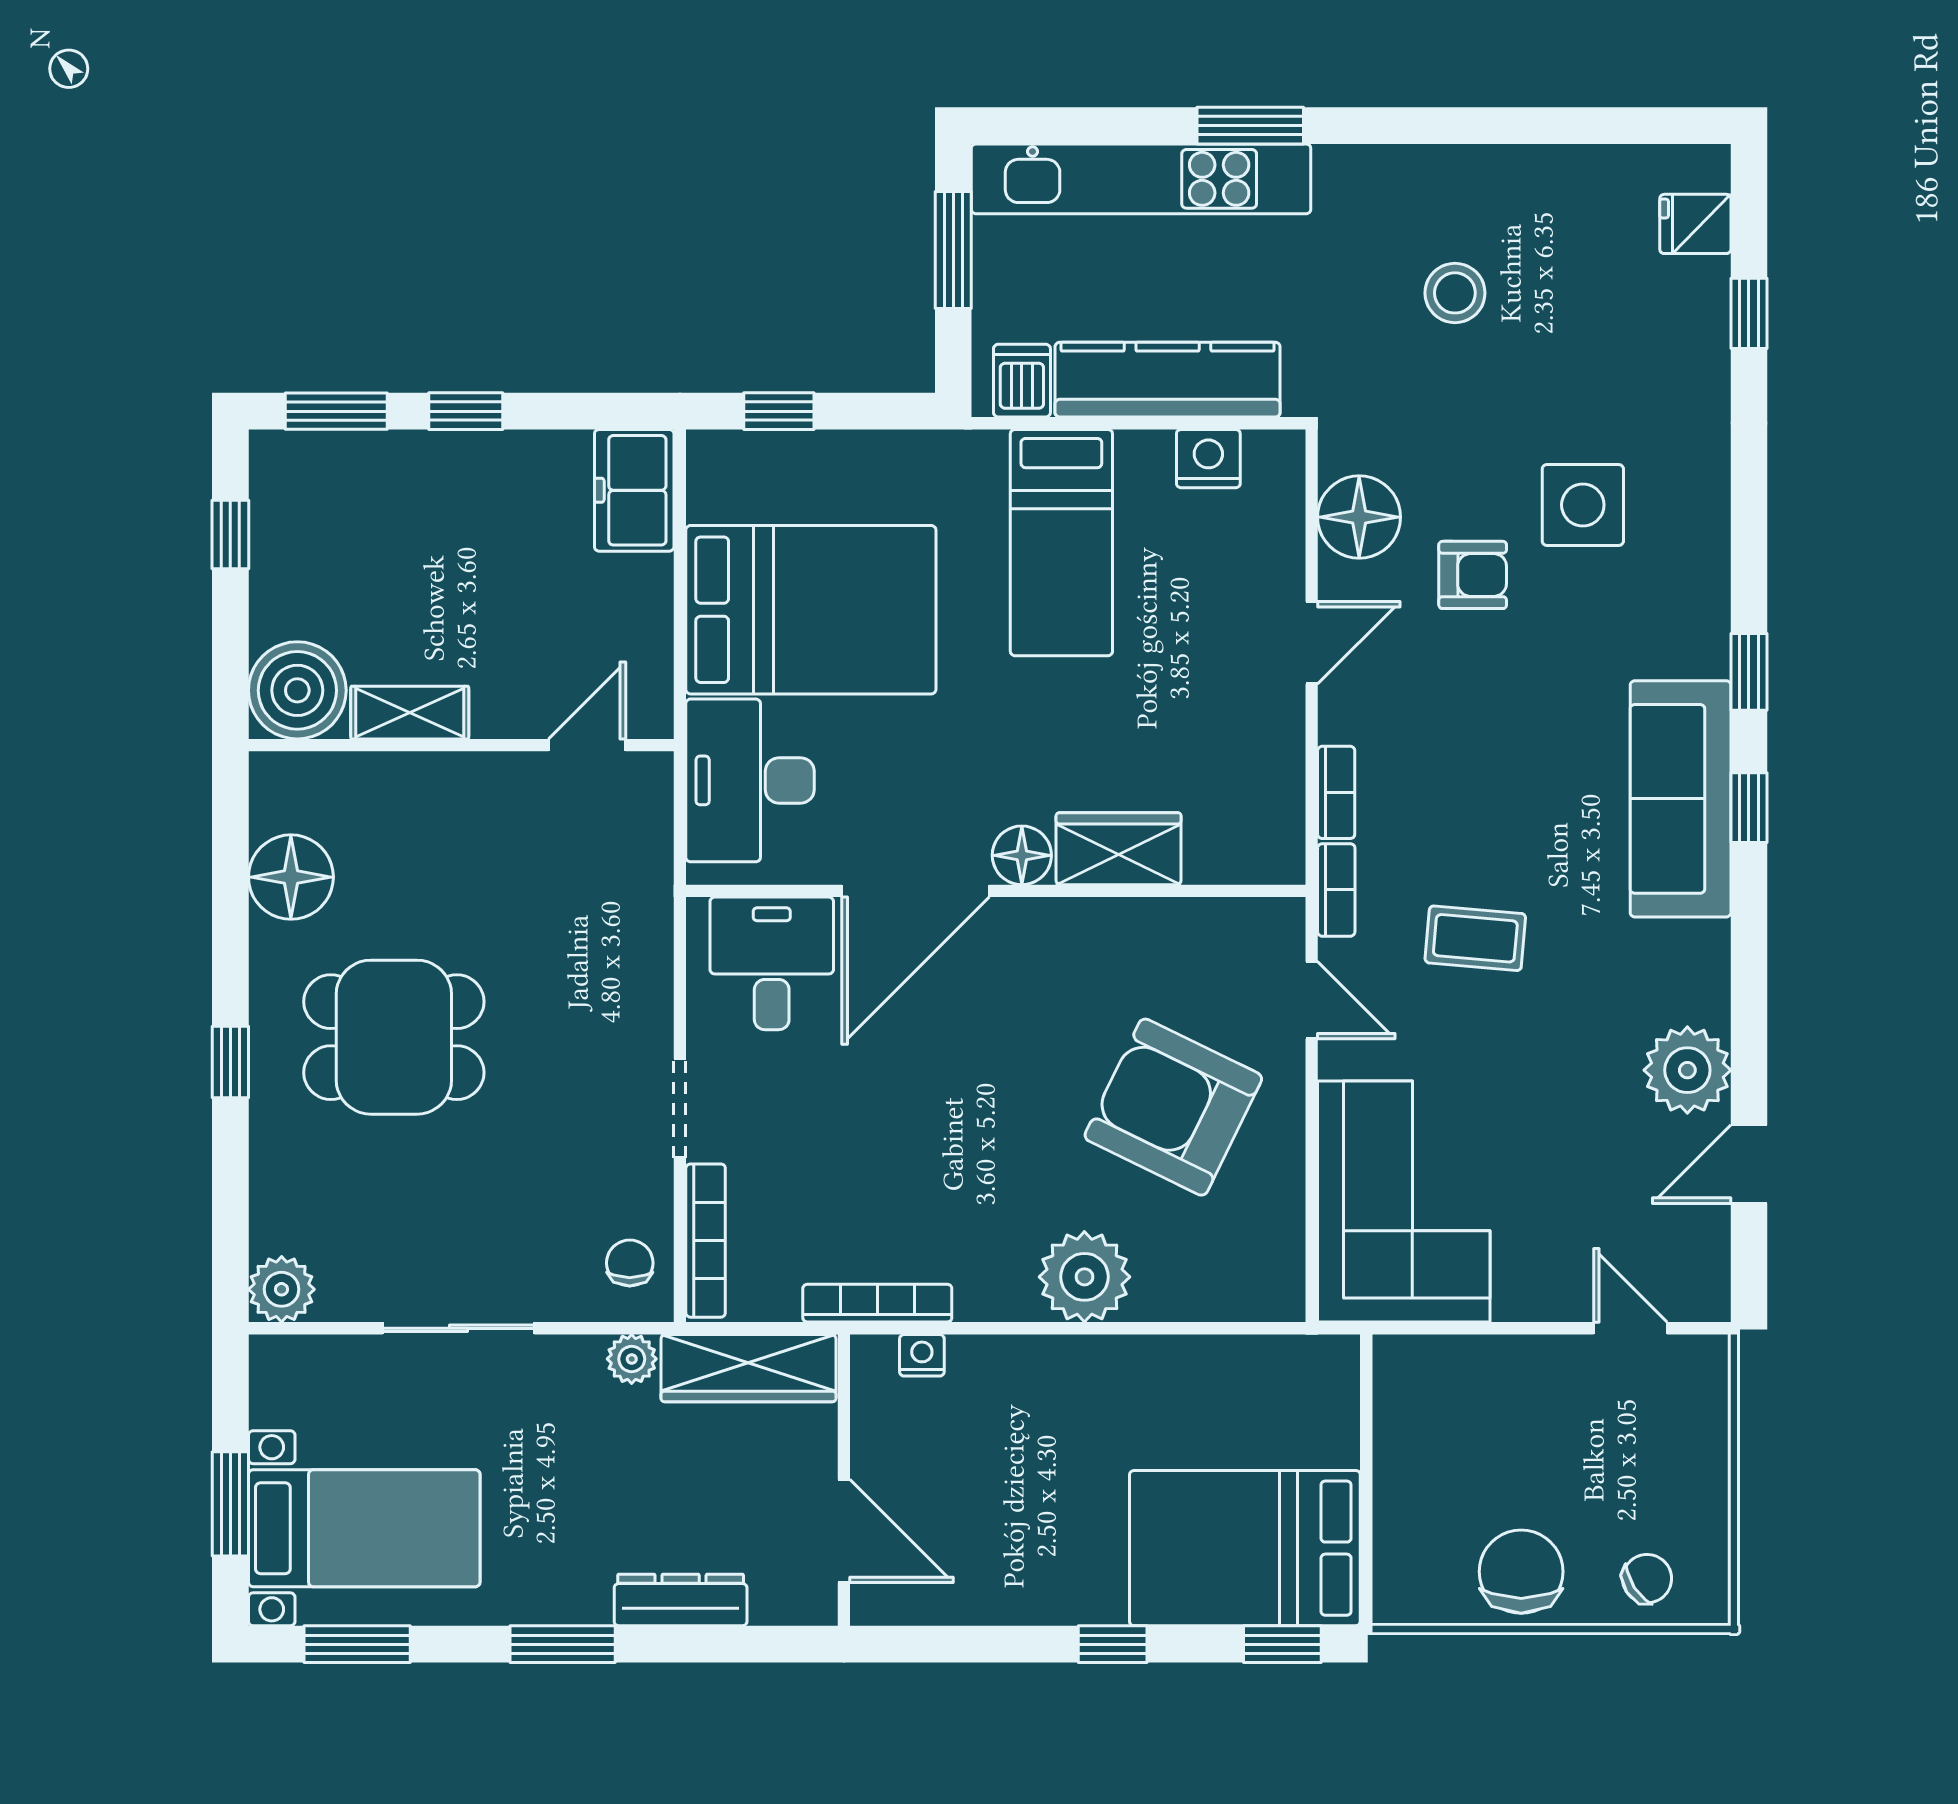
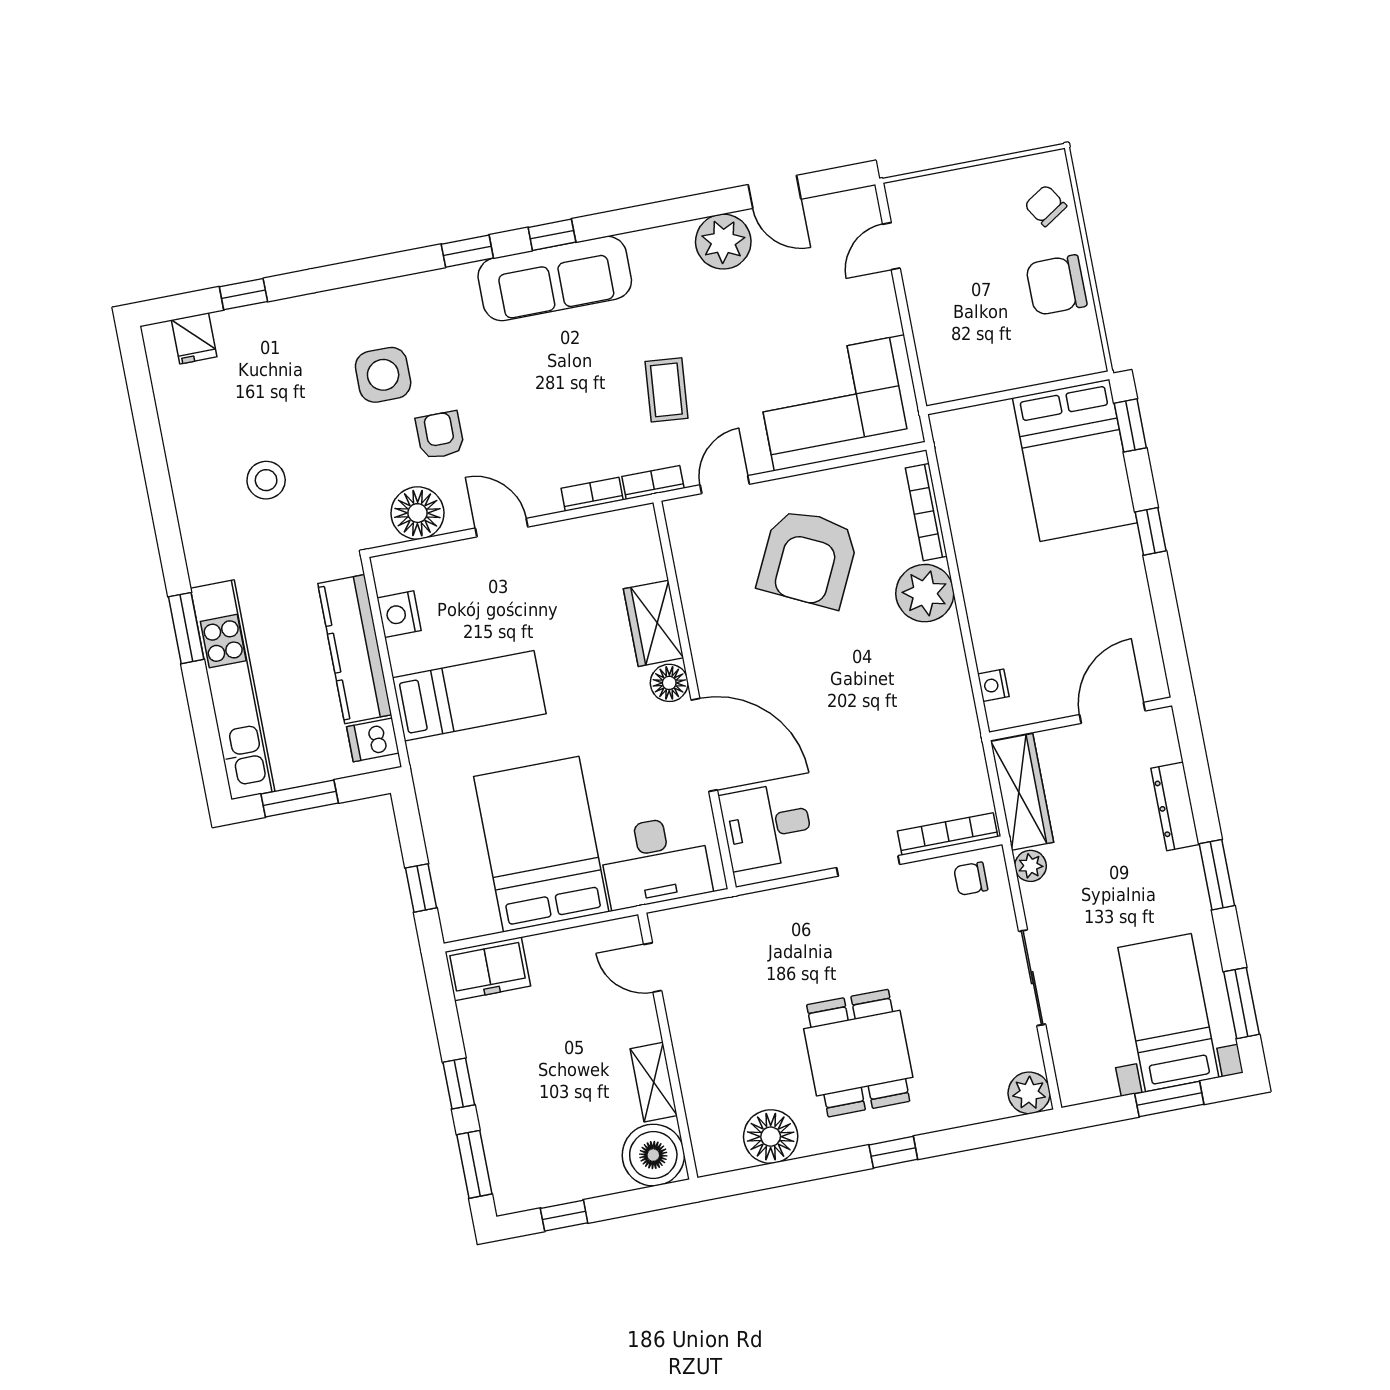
bookcase: (877, 1303) -> (926, 512), moved

